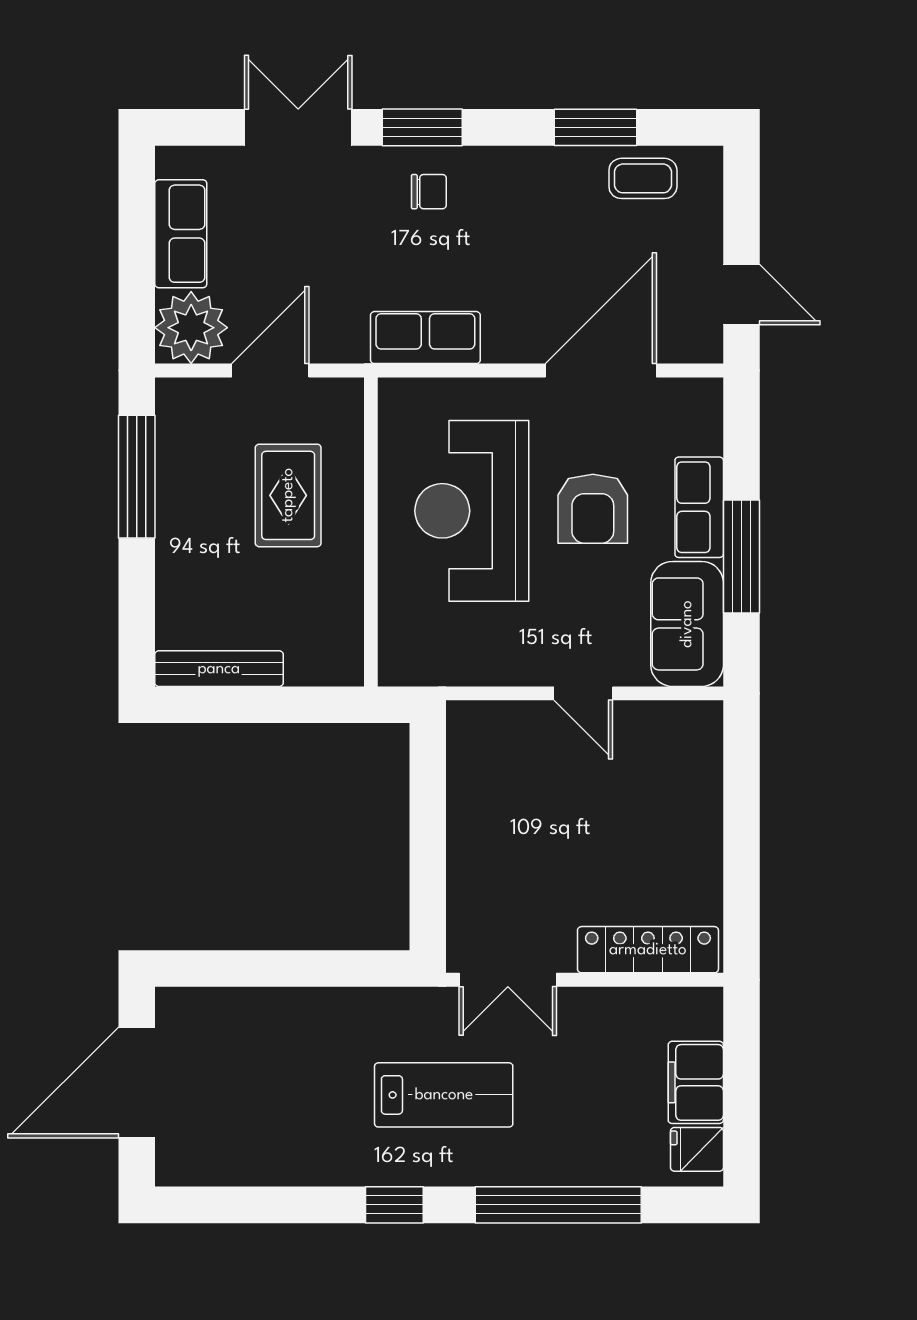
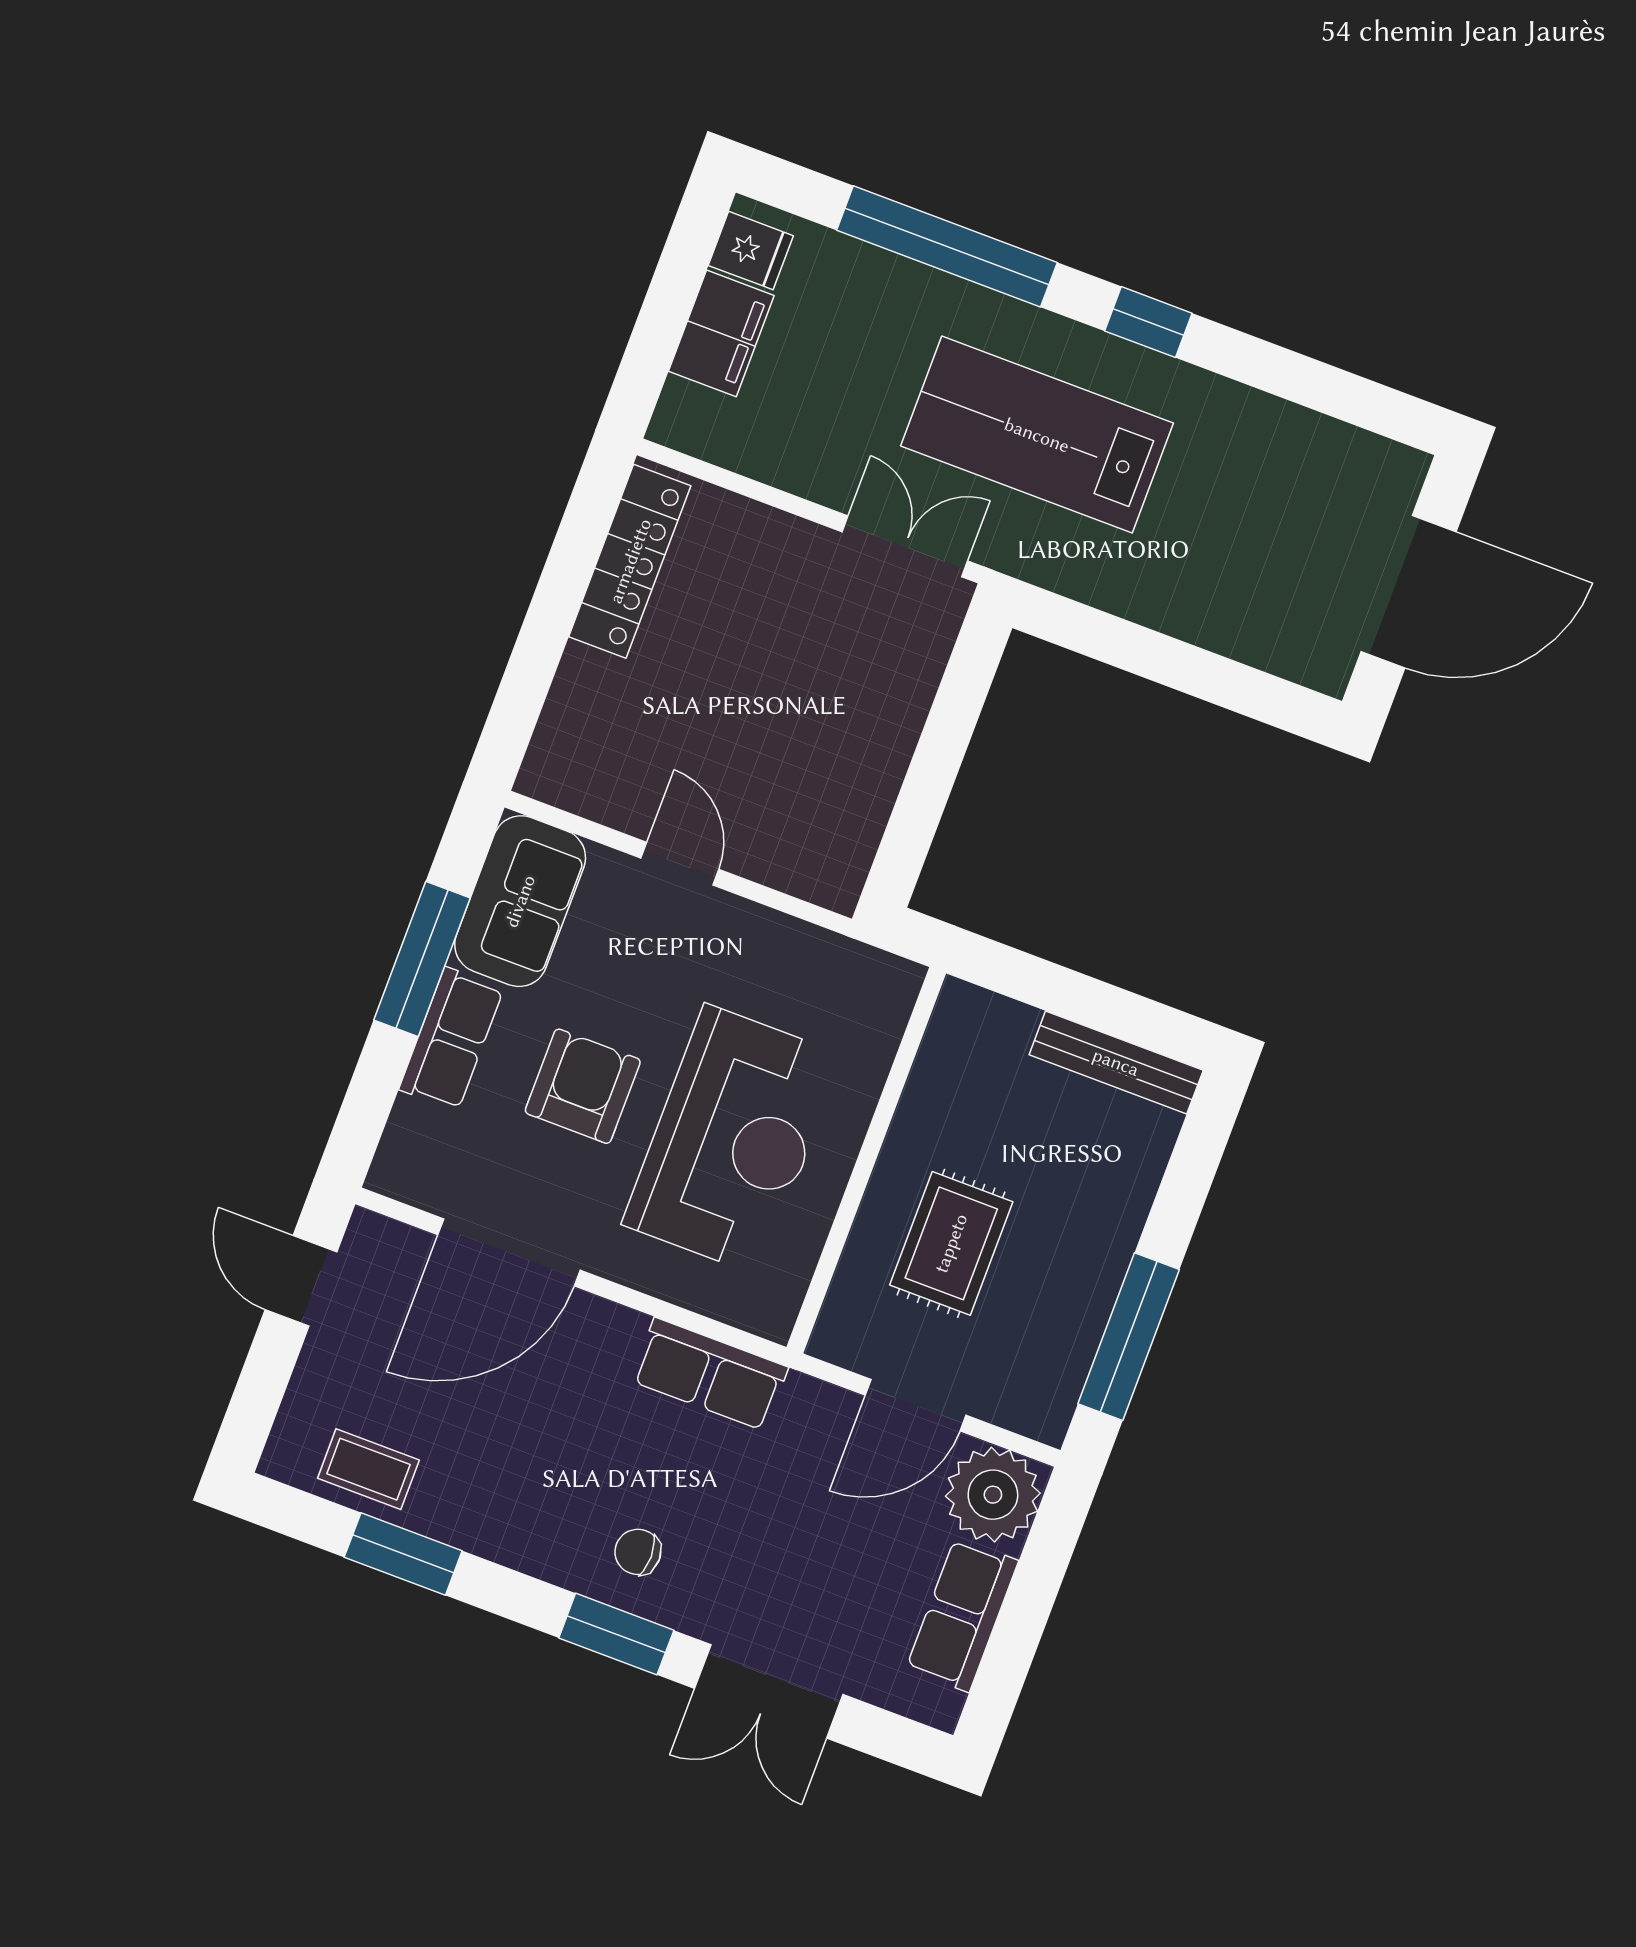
locker: (648, 950) -> (630, 561), moved, turned -90
lab bench: (444, 1095) -> (1037, 435), width x1.36, depth x1.39

